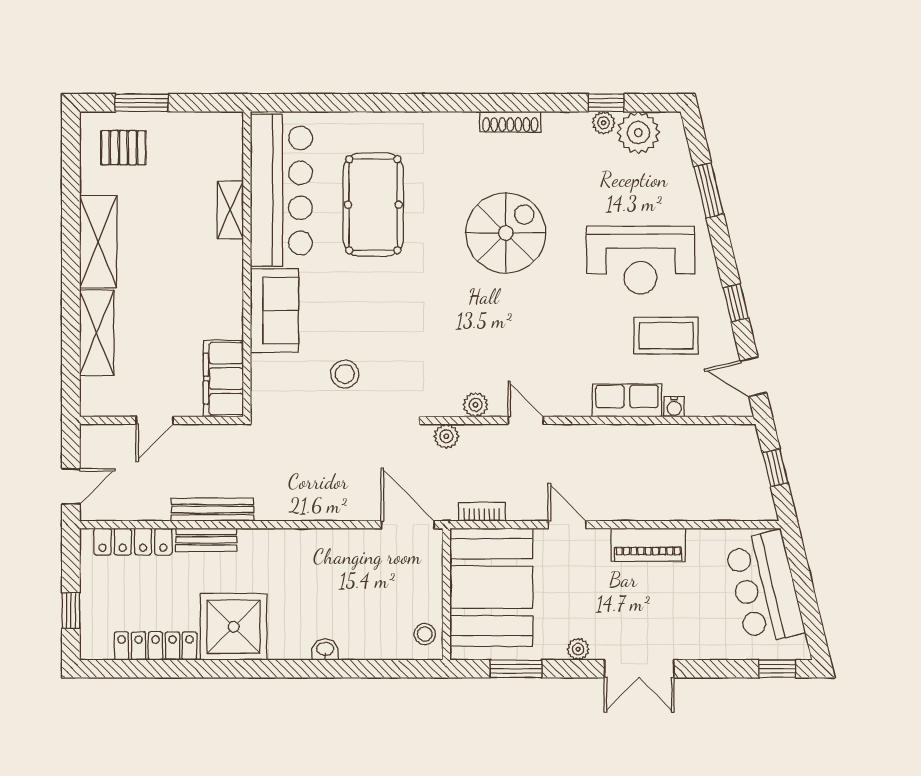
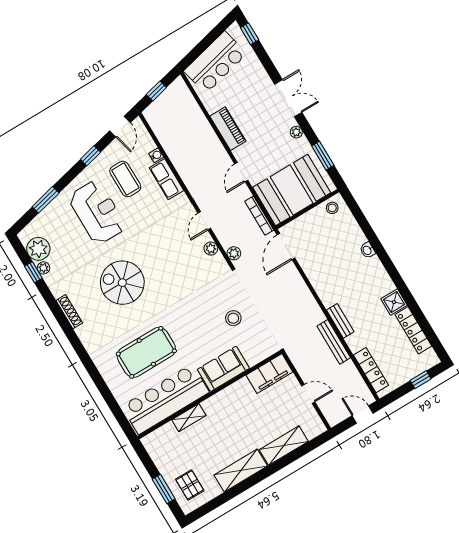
bookcase: (482, 512) -> (259, 216), width x1.56
bench: (206, 540) -> (340, 321), moved
shower: (234, 627) -> (394, 302), width x0.54, depth x0.54

